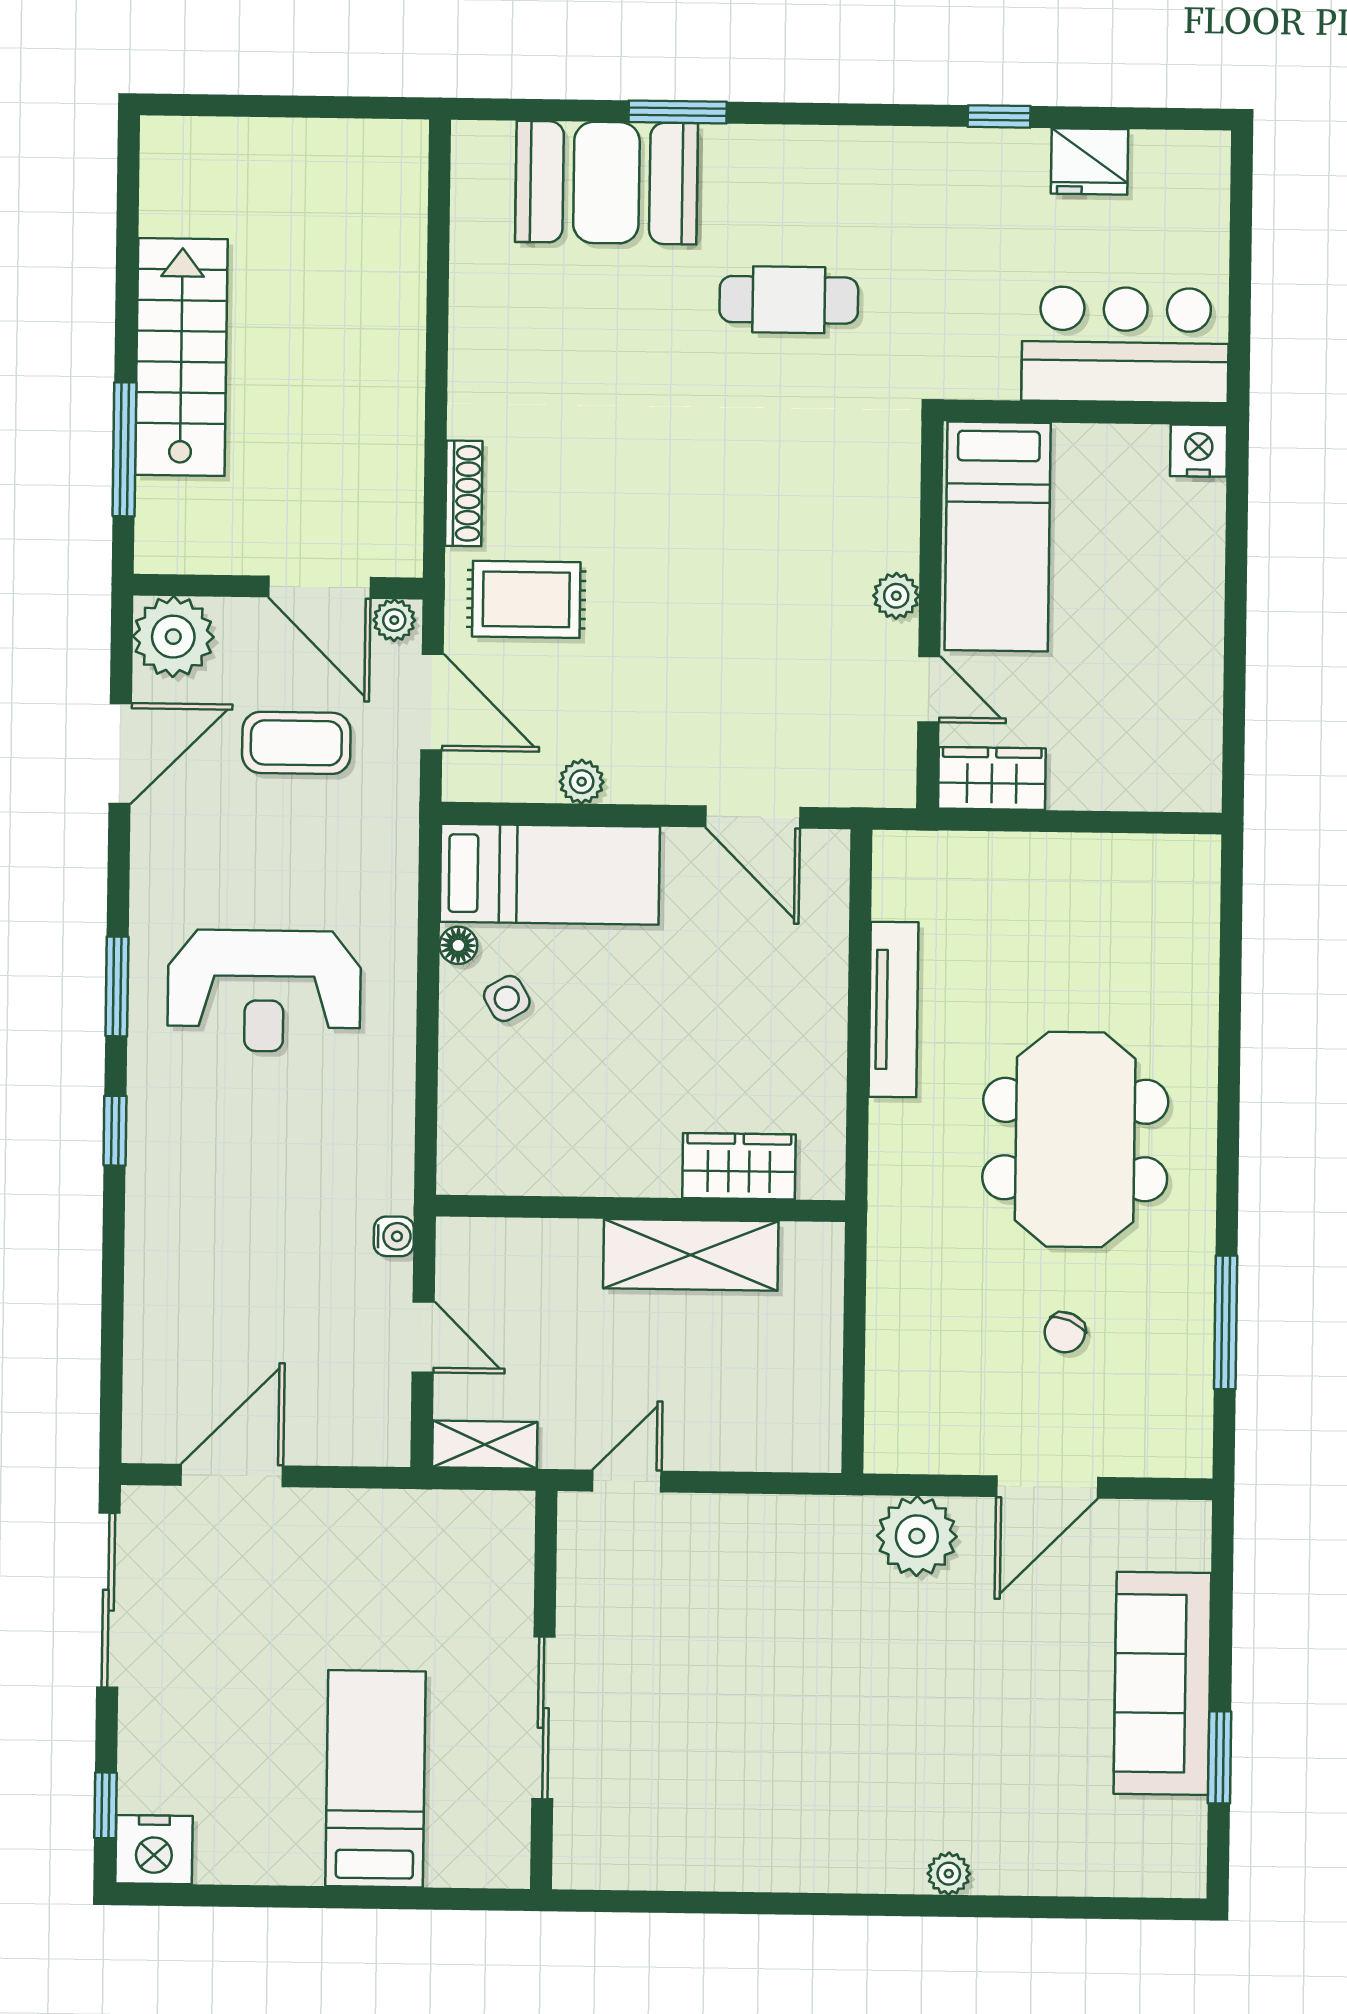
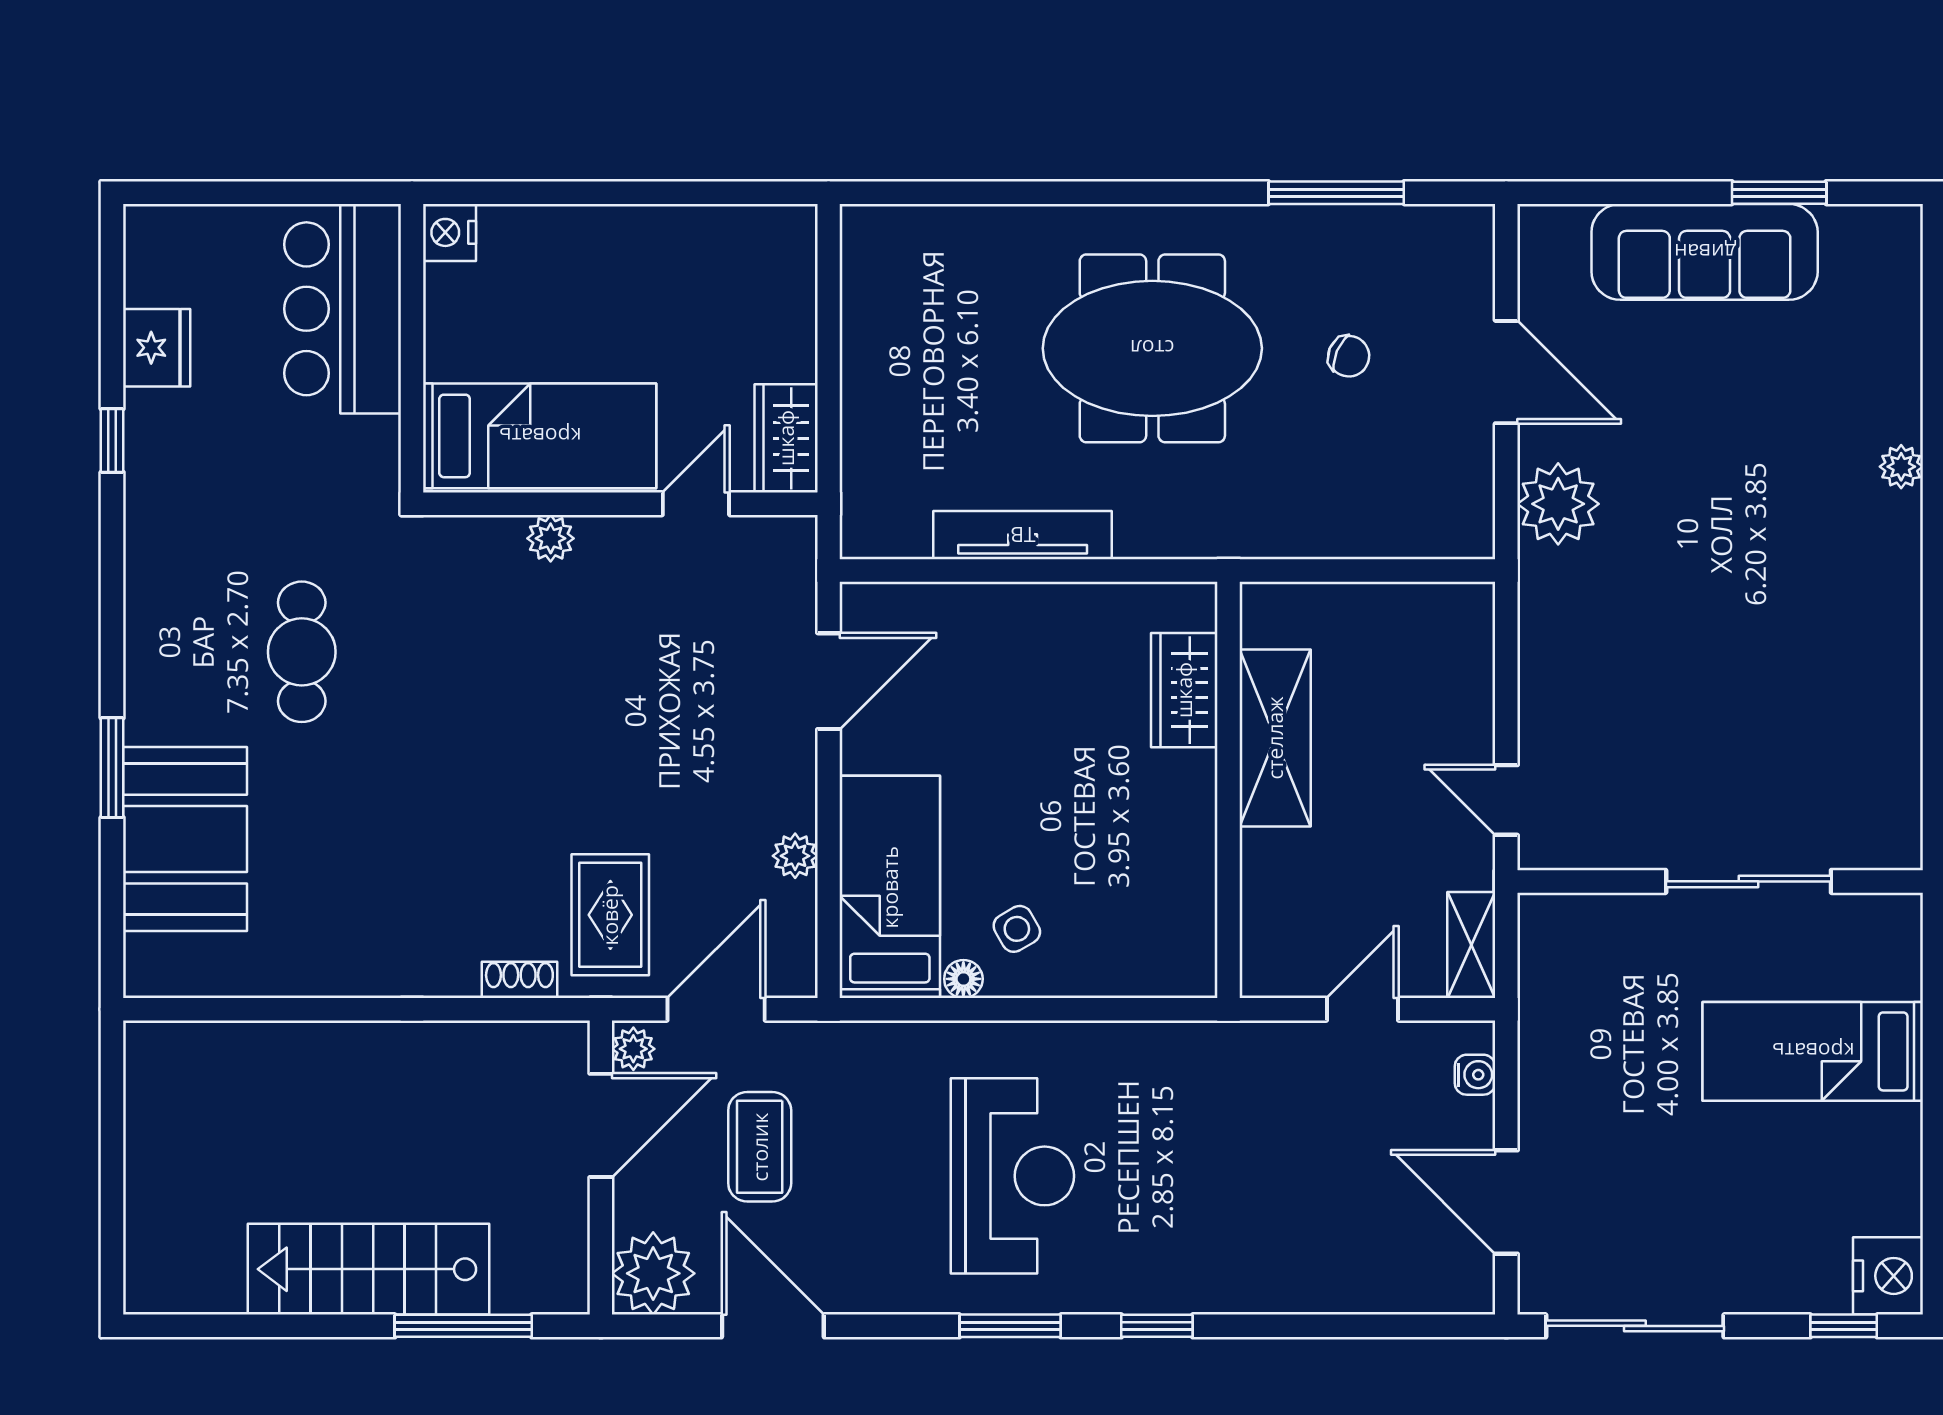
shoe rack: (464, 493) -> (519, 980), width x0.70
plant: (896, 596) -> (551, 538), moved
water cooler: (394, 1236) -> (1475, 1075), moved, turned 90

